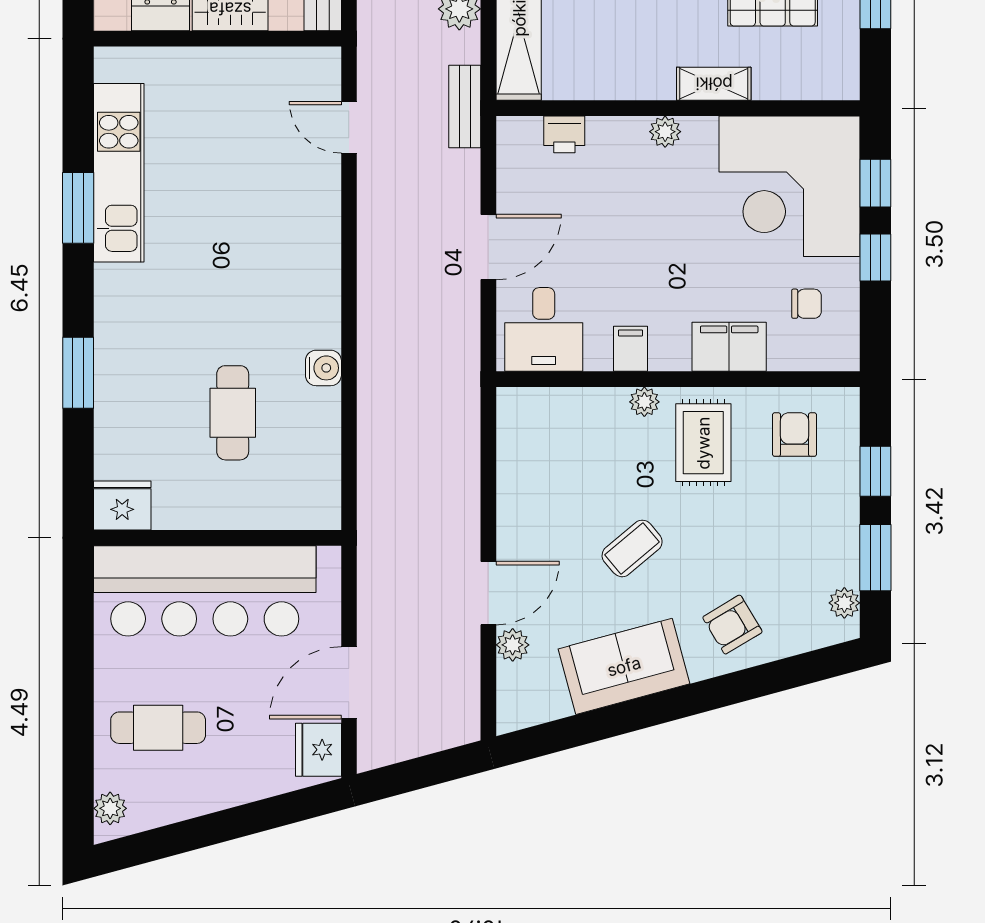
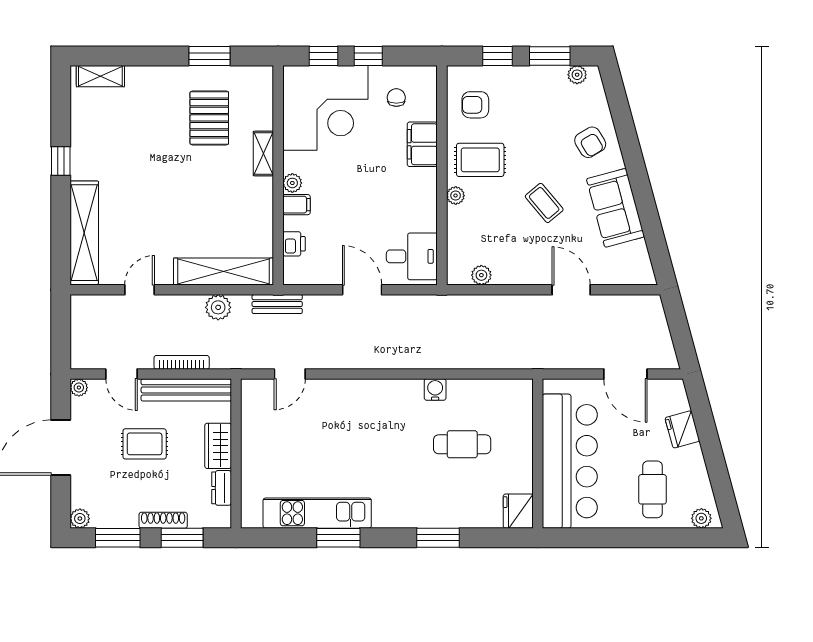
filing cabinet: (630, 349) -> (296, 205), moved, turned 180
plant: (513, 645) -> (481, 275), moved
fridge: (318, 750) -> (682, 429), moved, turned 75

